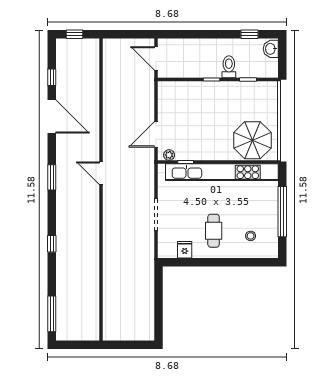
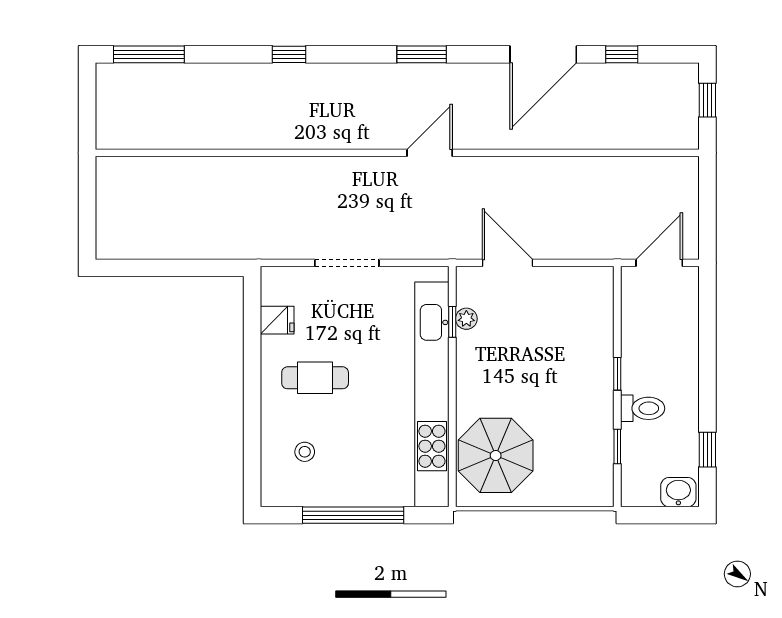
plant: (169, 155) -> (466, 319), moved

